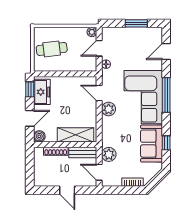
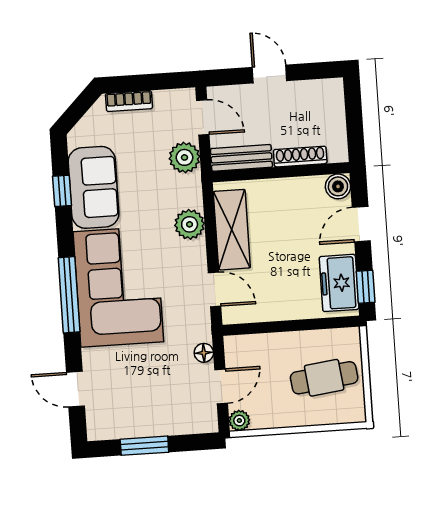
door: (166, 52) -> (76, 389), swing flipped
plant: (109, 109) -> (190, 224), moved
shelving: (76, 135) -> (232, 230), moved, turned 90

